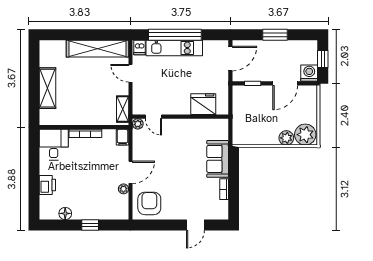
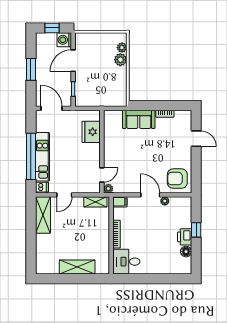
shelving: (97, 49) -> (43, 215), width x0.68
door: (285, 83) -> (73, 61), swing flipped
plant: (305, 135) -> (122, 48), width x0.53, depth x0.53
printer: (47, 185) -> (185, 237), moved, turned -90

